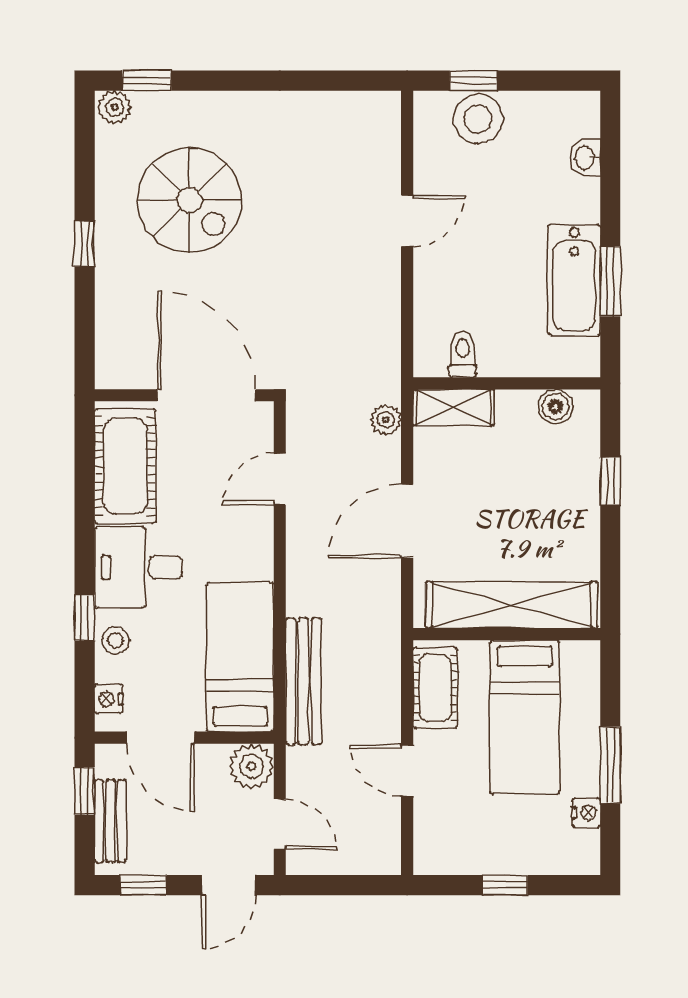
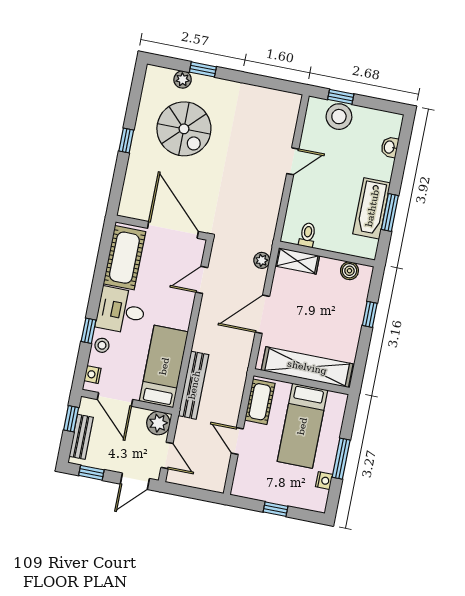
window: (147, 81) -> (203, 69), moved
plant: (115, 107) -> (183, 80), moved

